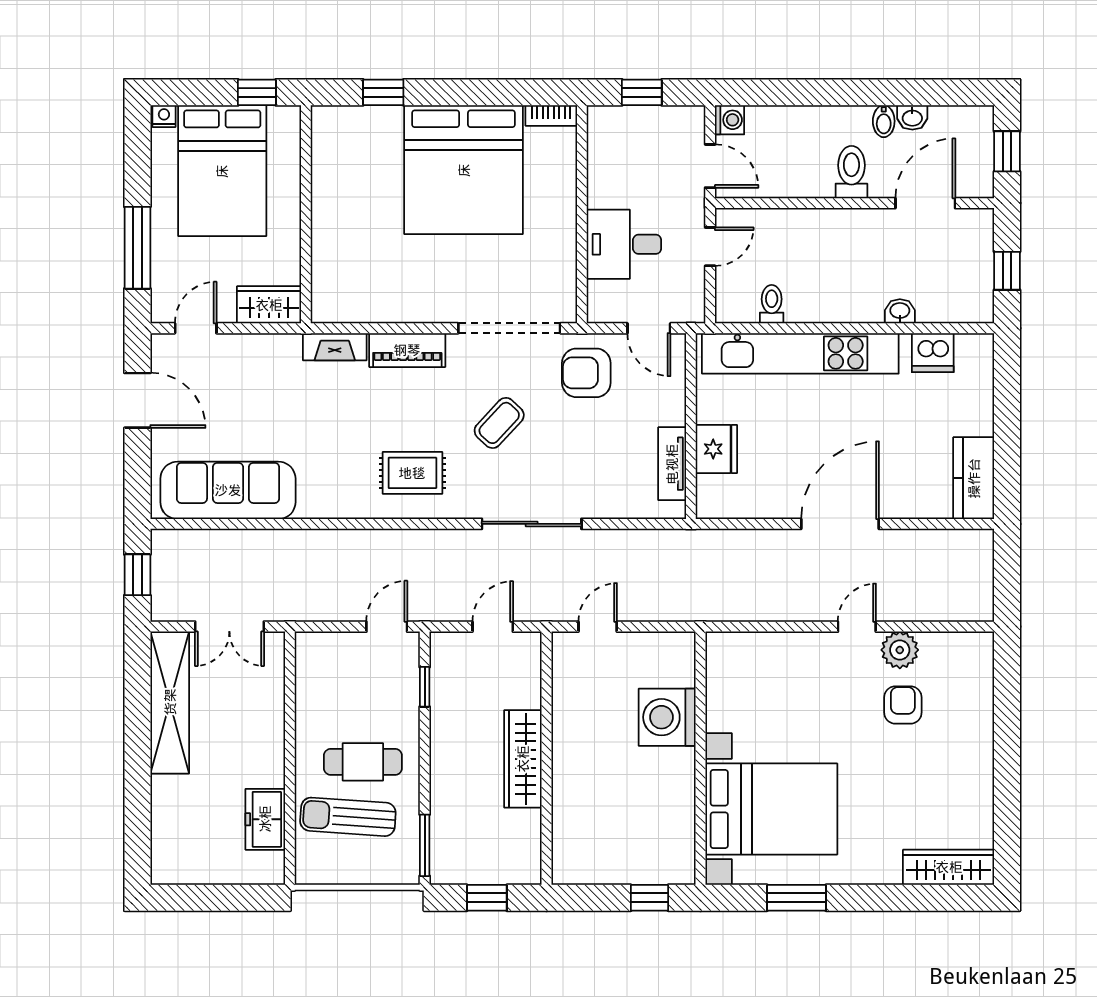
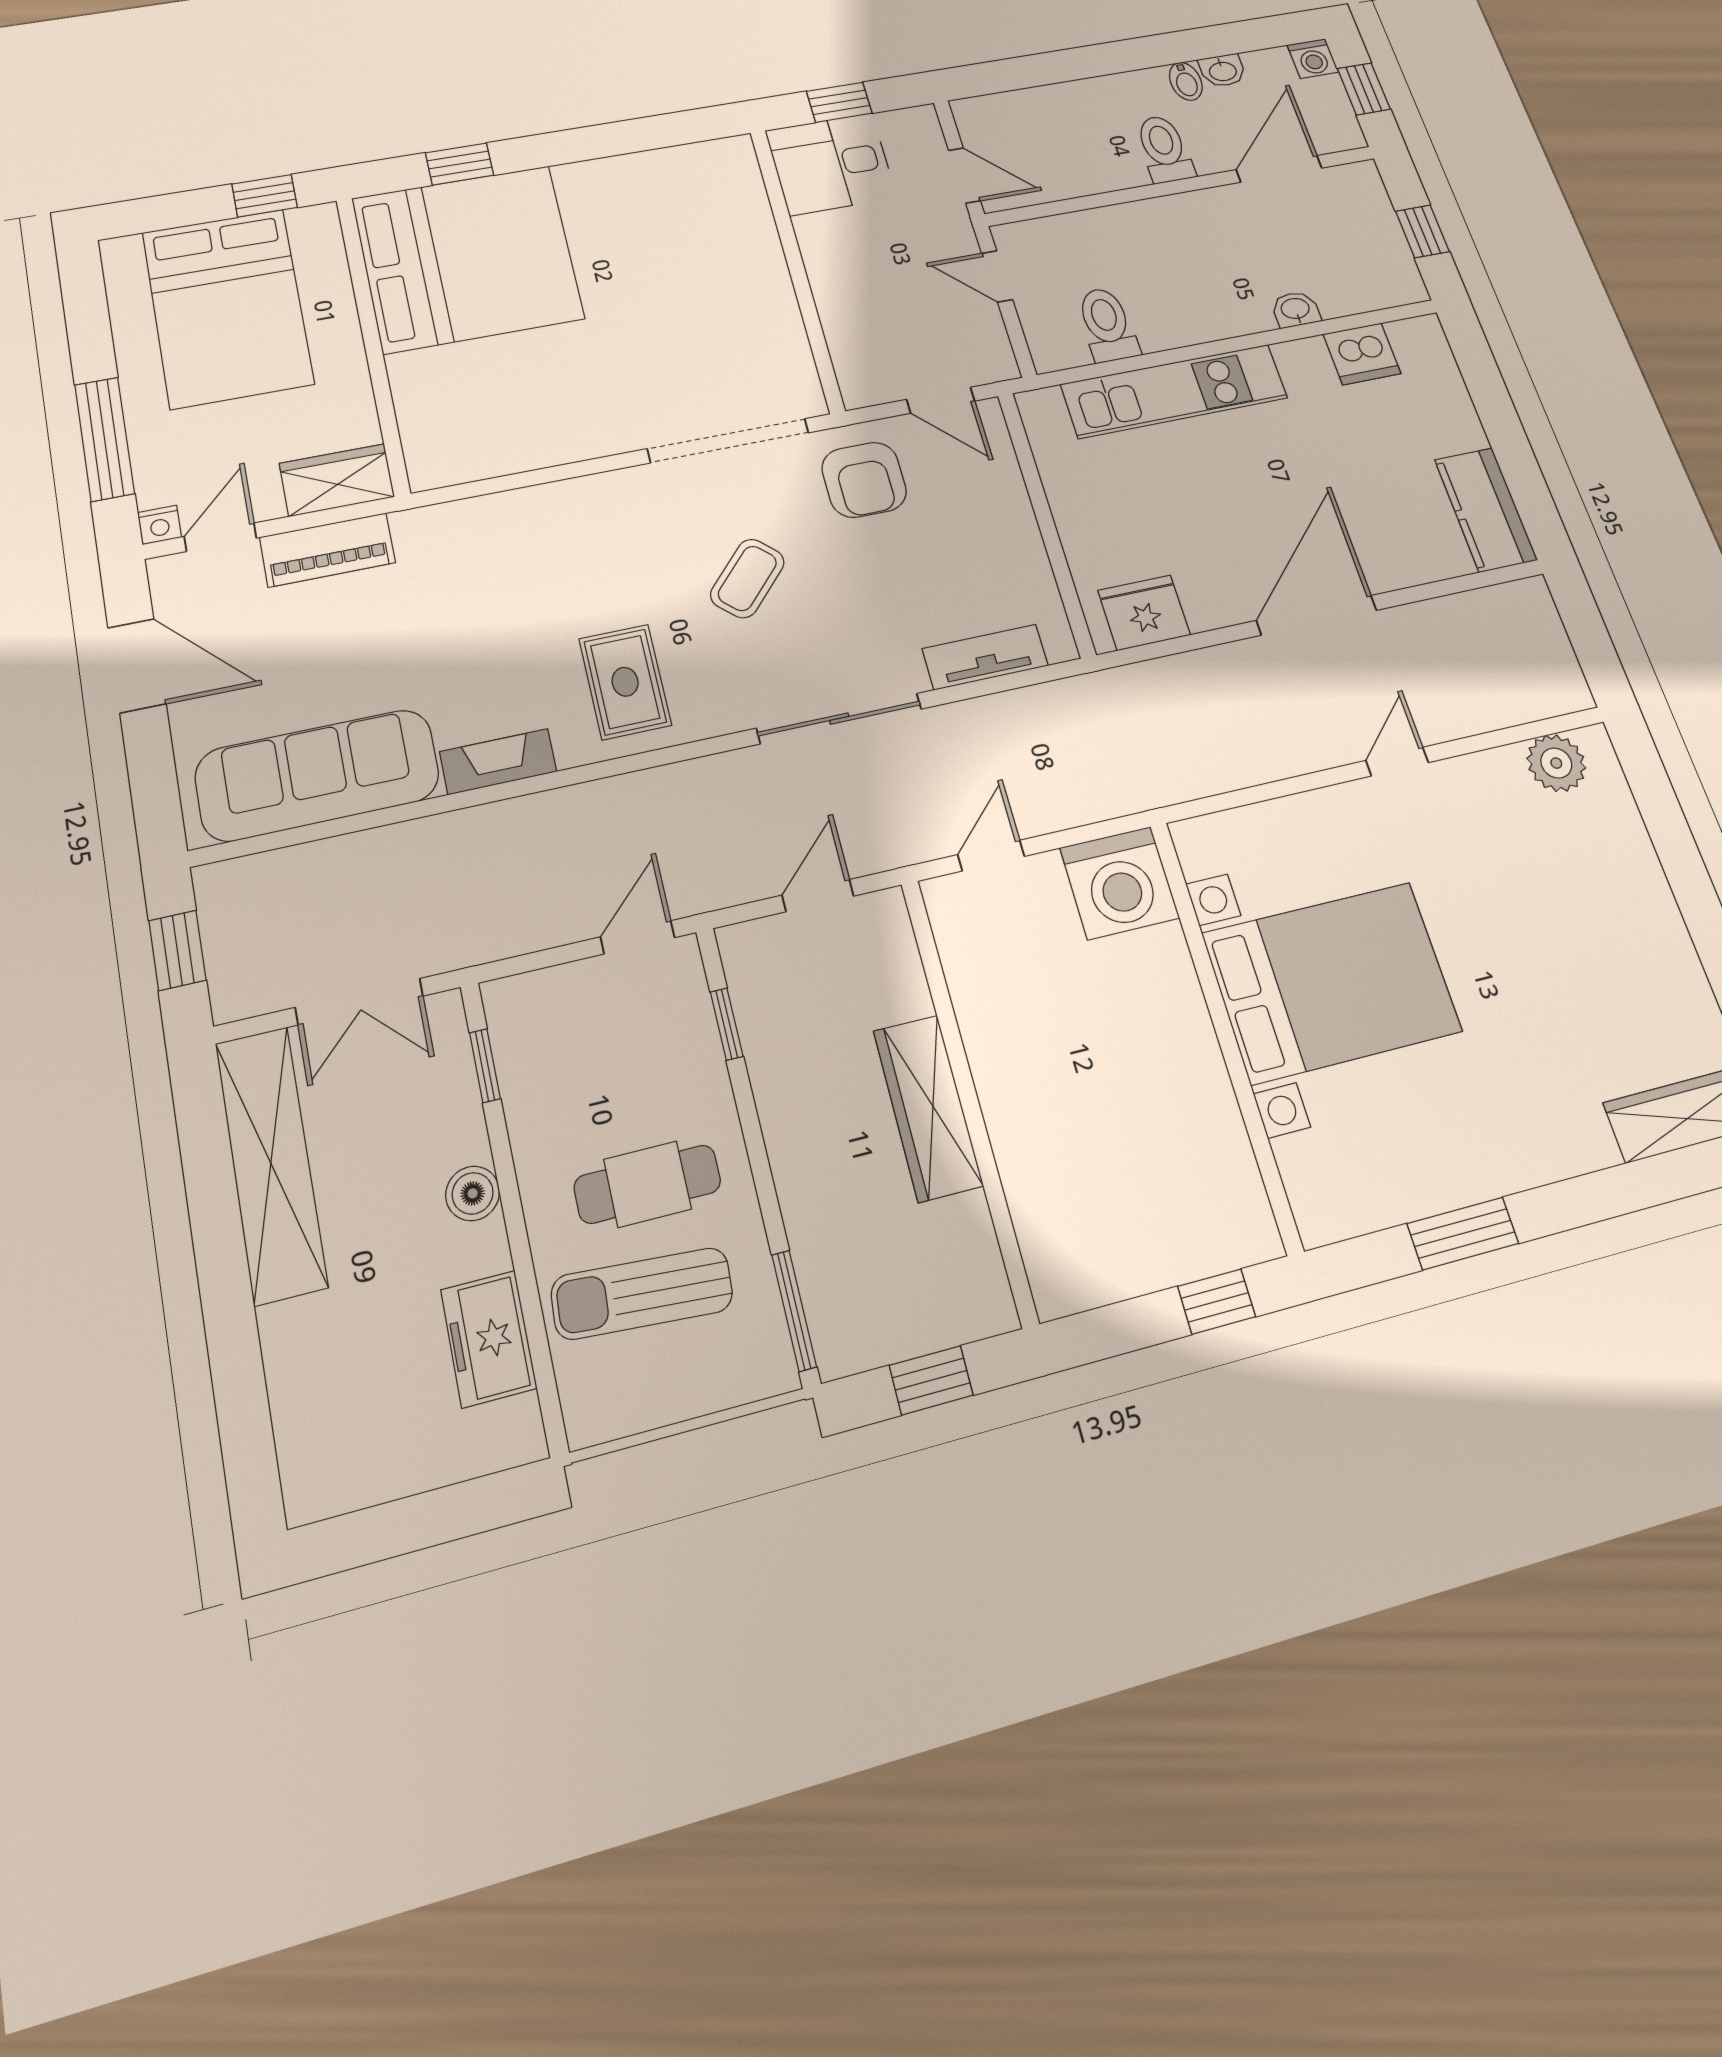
nightstand: (164, 116) -> (160, 525), moved, turned 180
bookcase: (551, 116) -> (717, 152), removed
washing machine: (730, 120) -> (1313, 59), moved, turned 90
bed: (464, 170) -> (467, 258), moved, turned -90
desk: (624, 244) -> (831, 164), moved
door: (710, 247) -> (997, 276), swing flipped
toilet: (772, 304) -> (1107, 325), width x1.37, depth x1.39
fireplace: (335, 347) -> (498, 762), moved, turned 180
piano: (407, 350) -> (327, 550), moved
kitchen unit: (800, 353) -> (1174, 391), width x0.73
armchair: (586, 373) -> (864, 480), turned -90
fridge: (716, 449) -> (1144, 613), moved, turned -90
tv unit: (672, 464) -> (985, 657), moved, turned 90
rug: (412, 473) -> (625, 682), turned 90
plant: (900, 650) -> (1556, 763), moved
window: (290, 678) -> (485, 1066), added
armchair: (903, 705) -> (1512, 866), removed
washing machine: (667, 717) -> (1119, 883), moved, turned -90
boiler: (271, 744) -> (473, 1193), added
bed with nightstands: (771, 809) -> (1332, 982), moved

